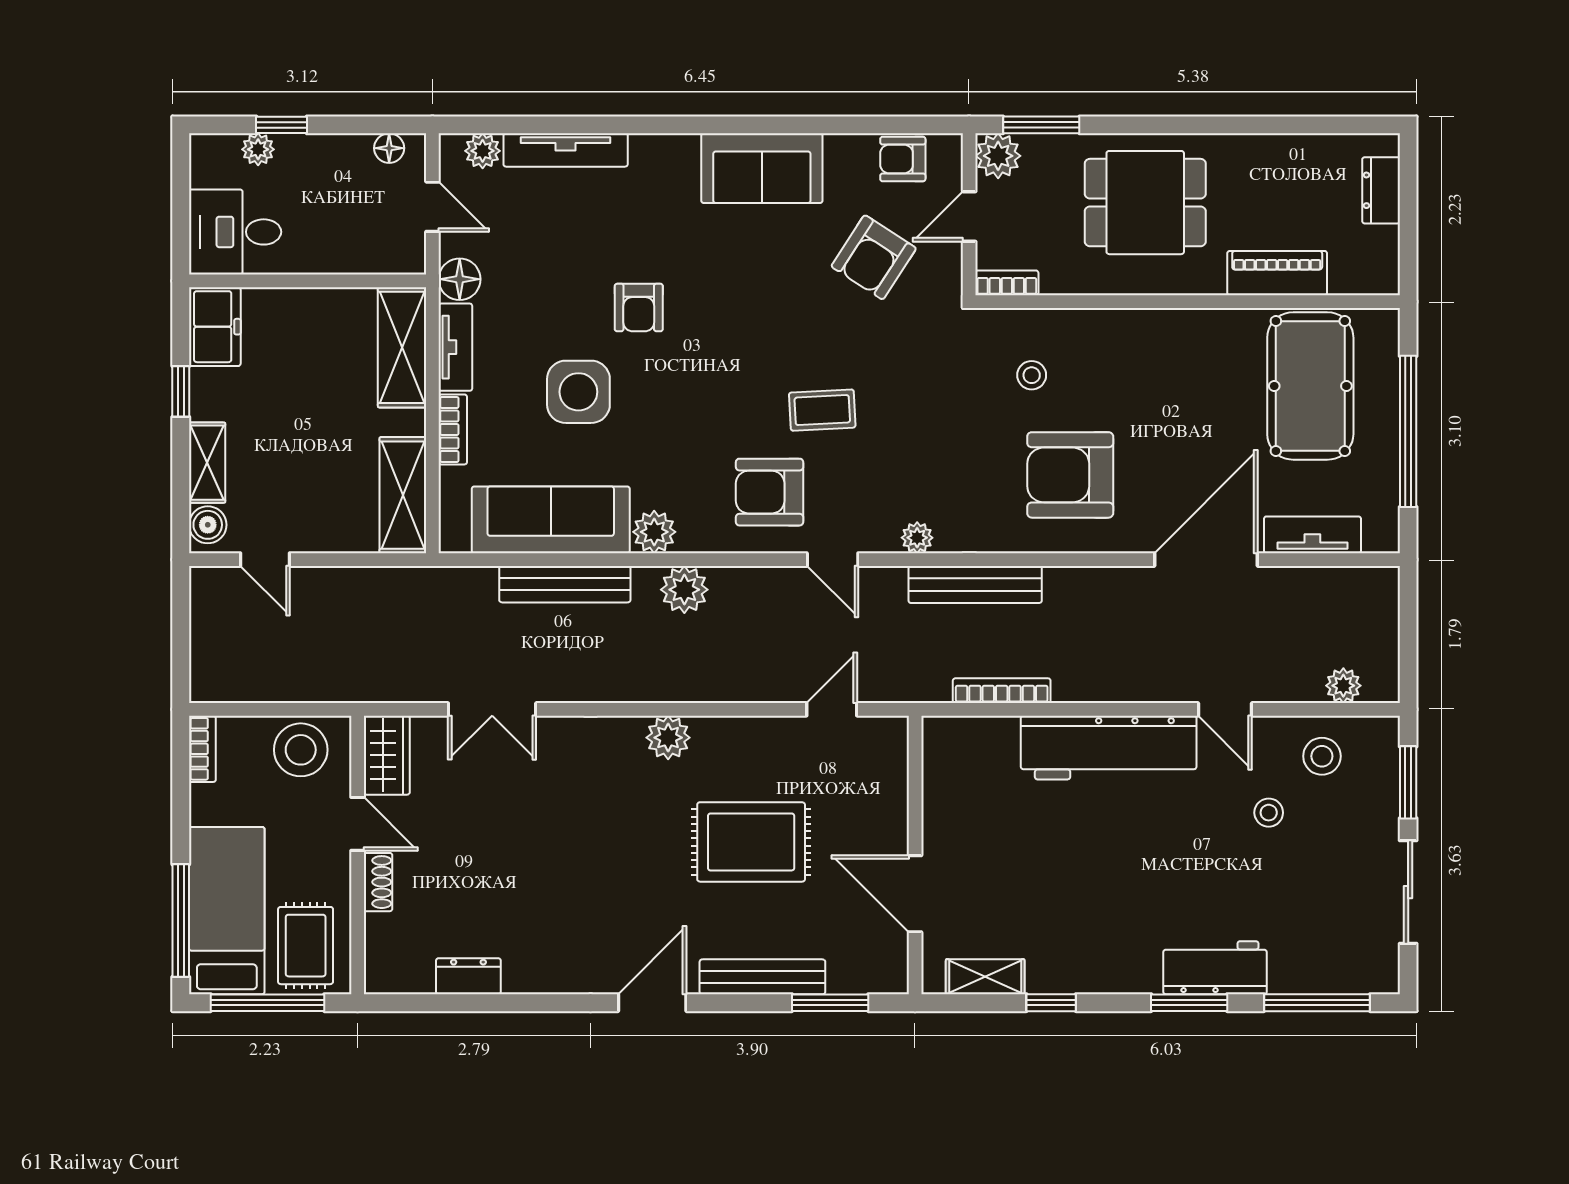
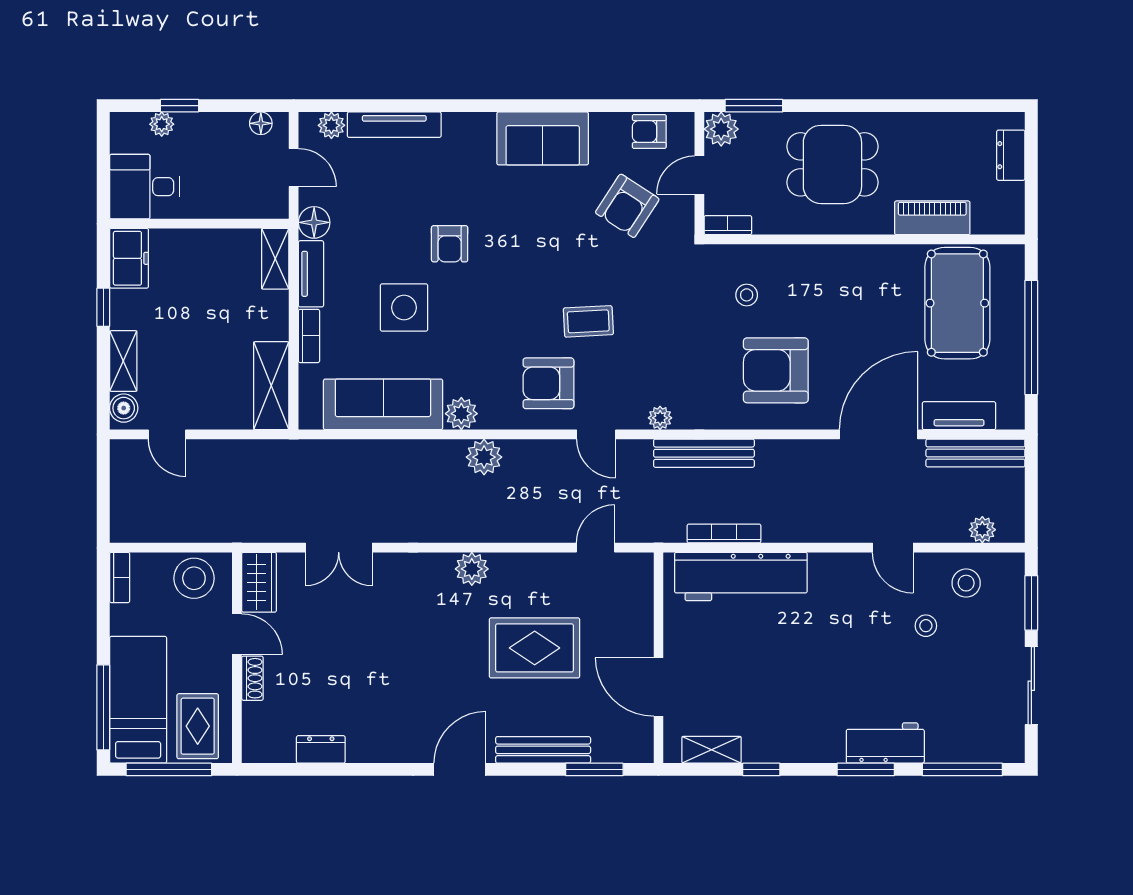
shelving: (402, 347) -> (275, 259), width x0.67, depth x0.75
bench: (565, 584) -> (975, 453), moved
workbench: (1109, 748) -> (741, 577), moved

